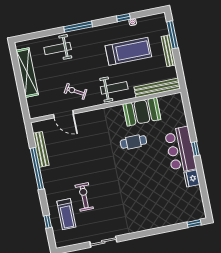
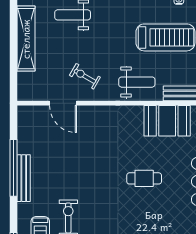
cafe table: (133, 142) -> (144, 178), moved
bench: (41, 149) -> (24, 178), moved

